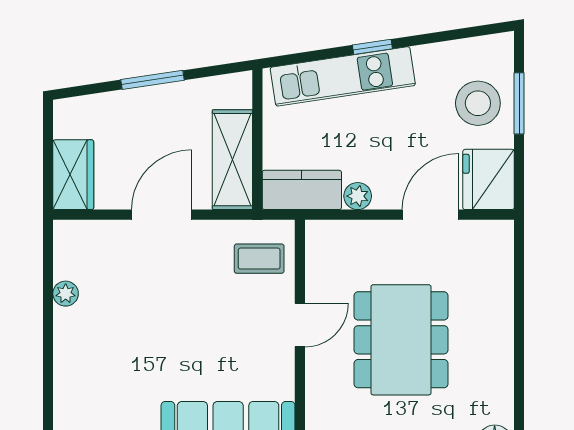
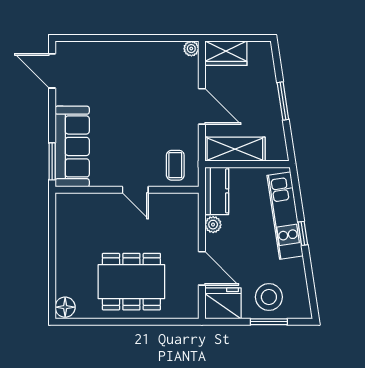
plant: (66, 294) -> (191, 49), moved
dining table: (401, 340) -> (131, 282), moved

